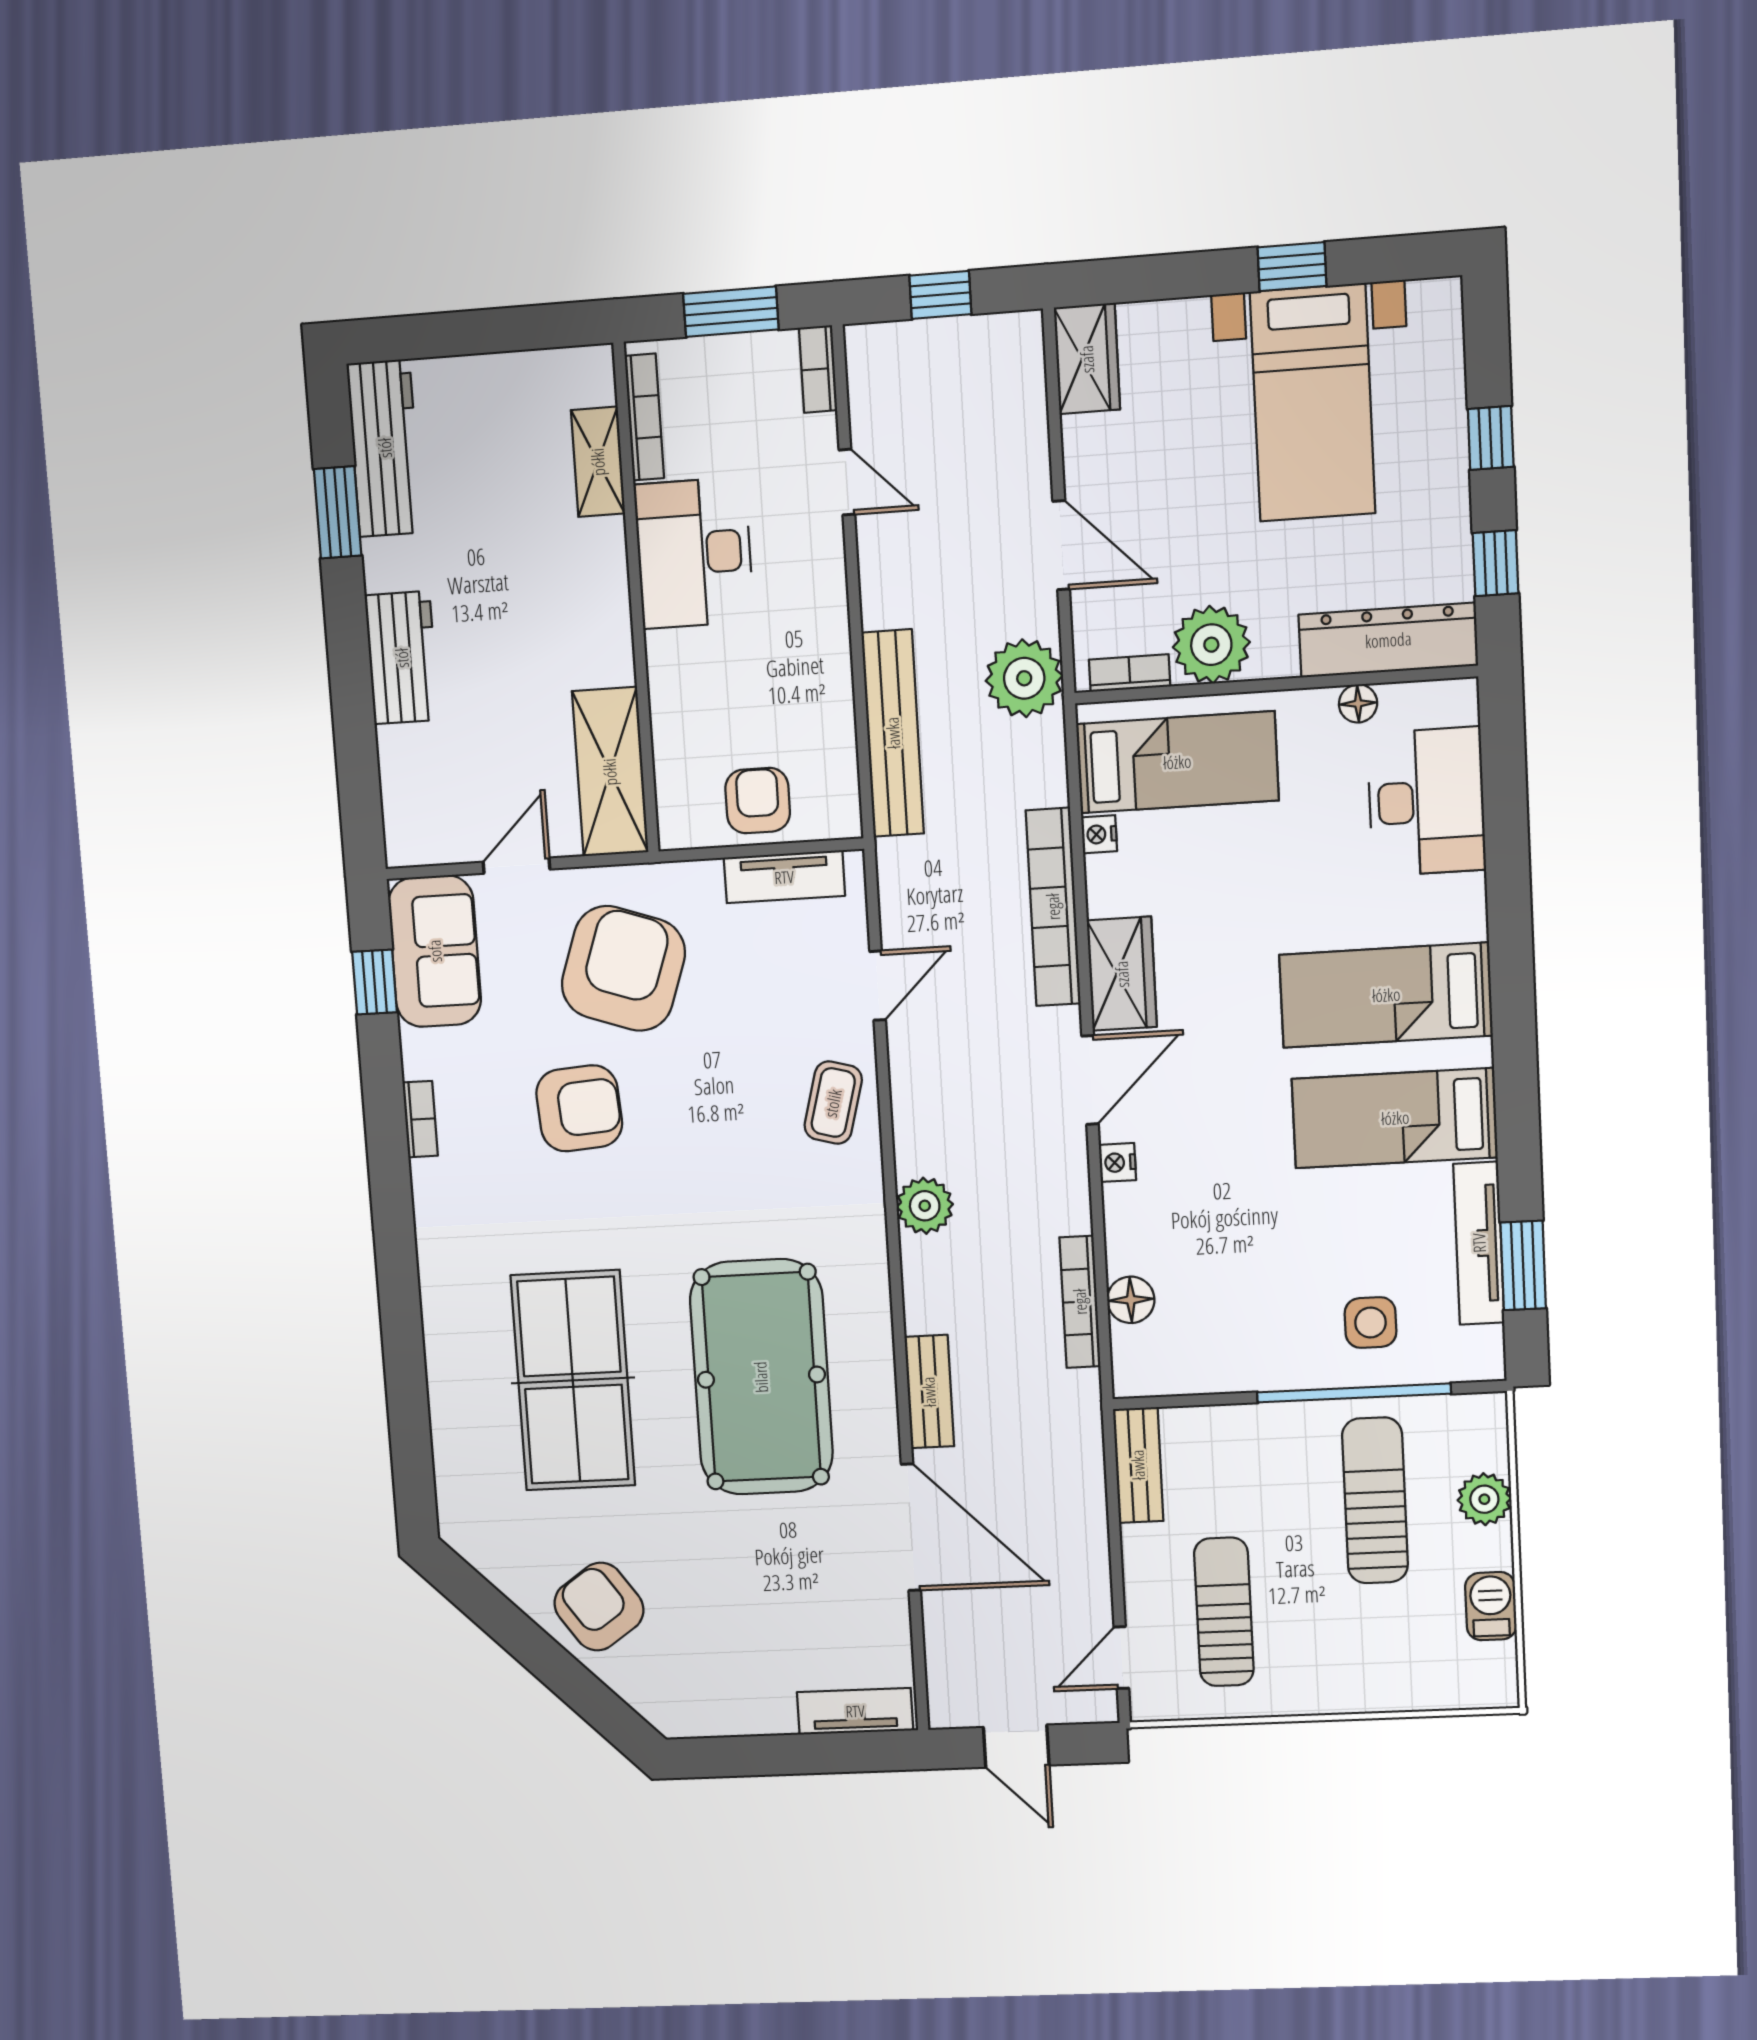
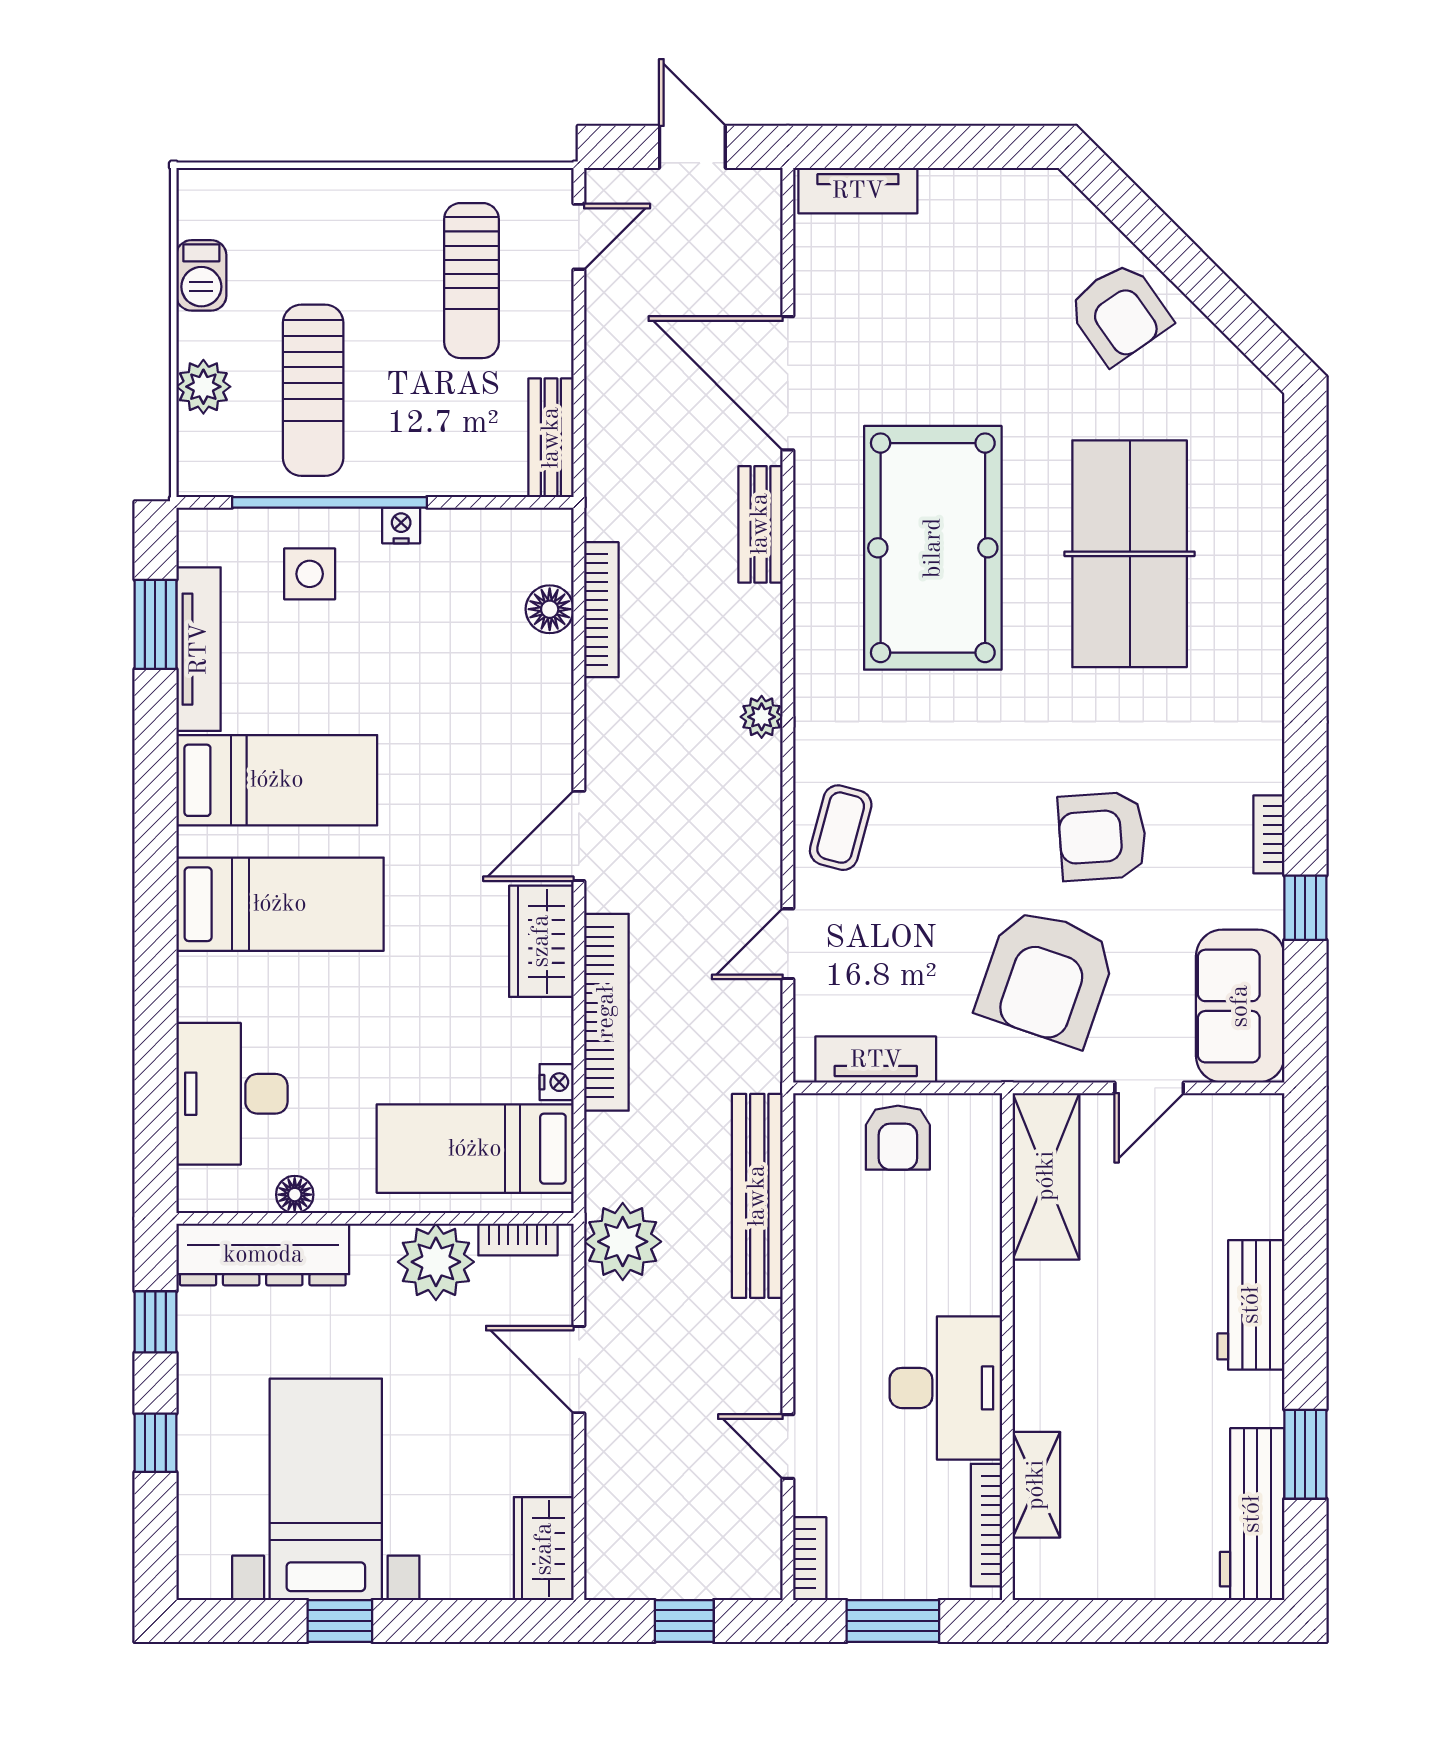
window: (375, 982) -> (1305, 908), moved
nightstand: (1117, 1163) -> (401, 525), moved, turned -90
plant: (925, 1206) -> (762, 717), width x0.73, depth x0.73

